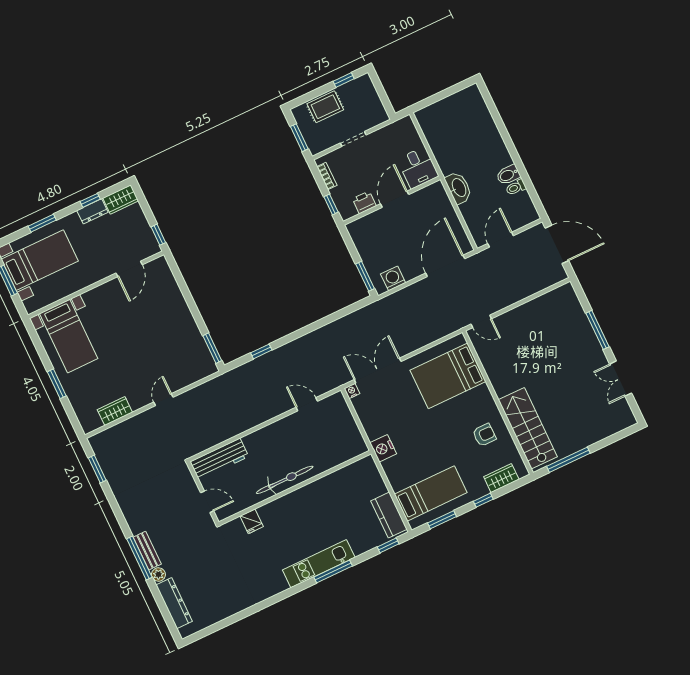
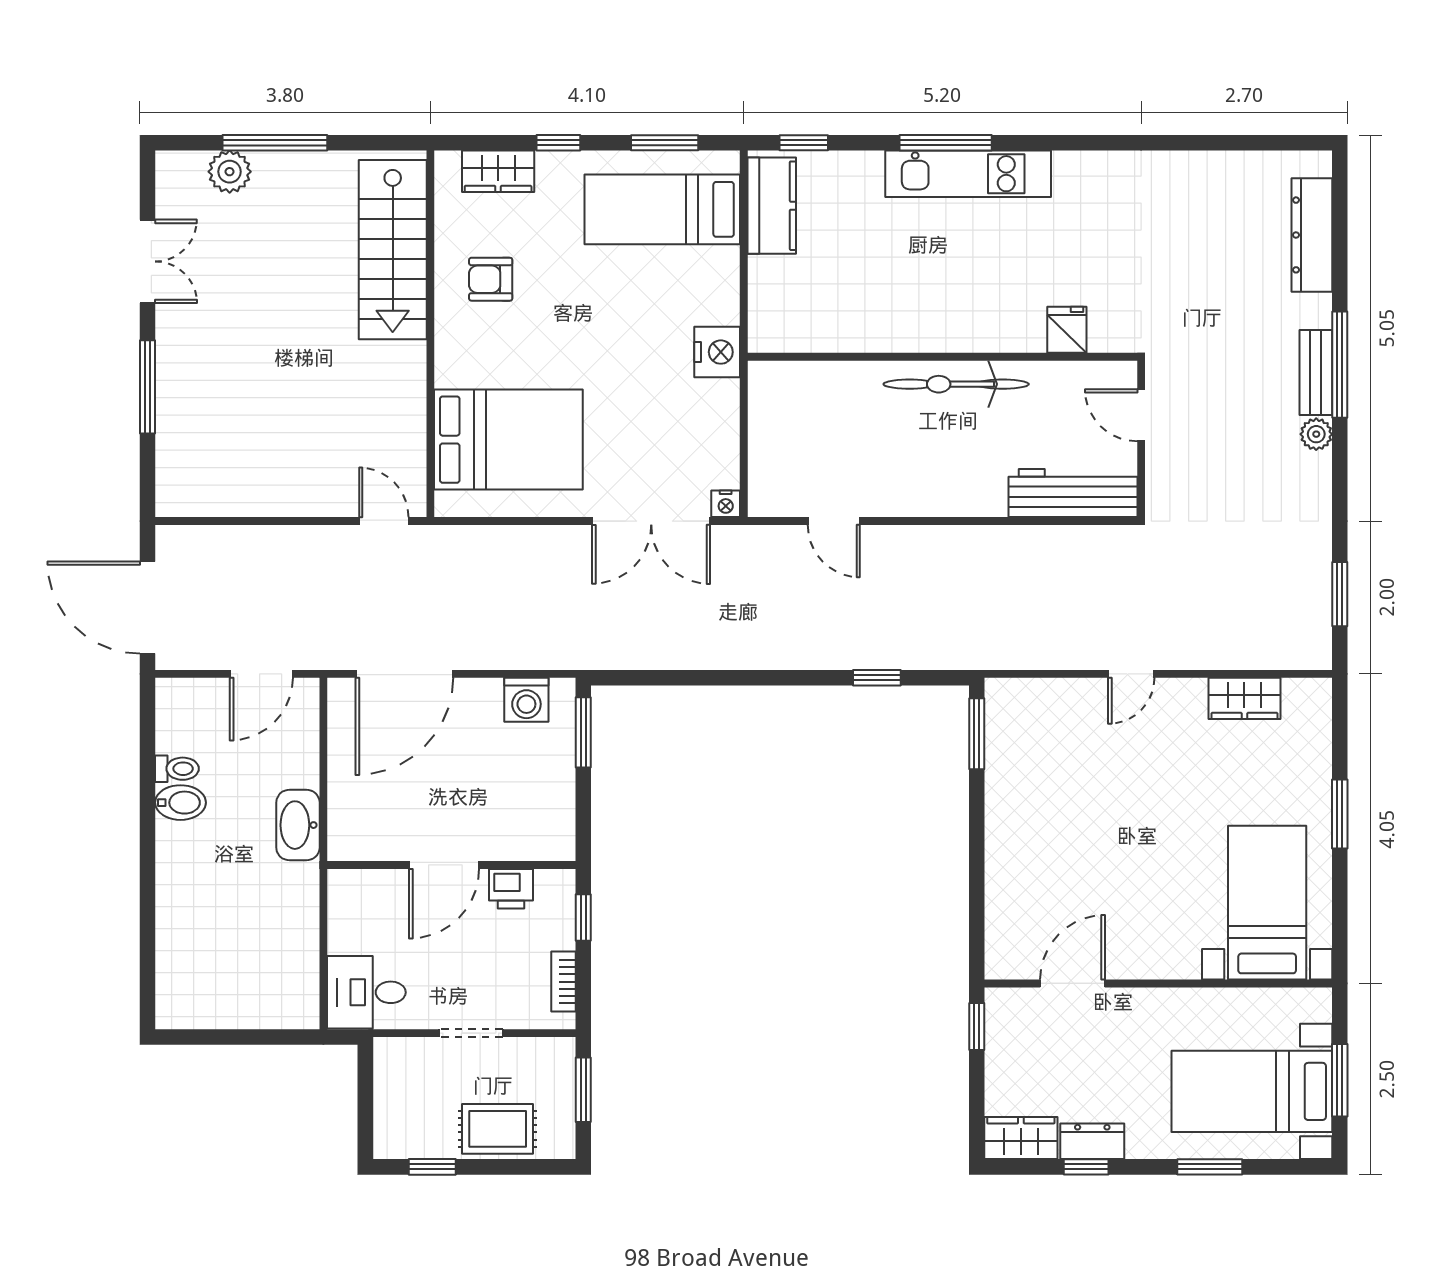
desk: (418, 168) -> (366, 992), moved, turned -90
plant: (605, 428) -> (230, 172), added
window: (568, 460) -> (275, 143), moved
plant: (158, 575) -> (1316, 434), moved

